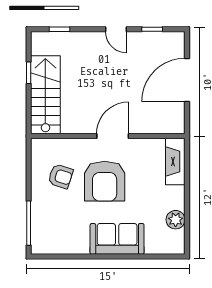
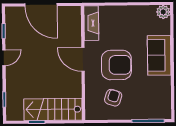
fireplace: (175, 162) -> (91, 23), moved, turned -90
plant: (176, 220) -> (163, 12), moved

